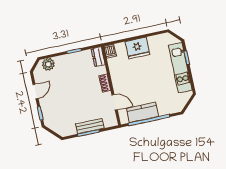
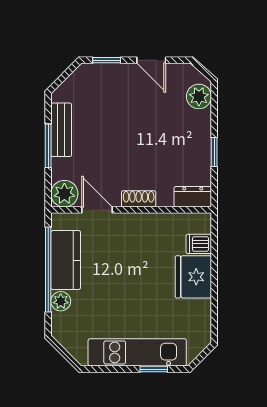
dishwasher: (110, 51) -> (199, 244), moved
door: (115, 102) -> (97, 210), swing flipped
plant: (163, 111) -> (61, 301), added
plant: (110, 120) -> (64, 194), added
bench: (90, 126) -> (61, 130), moved

